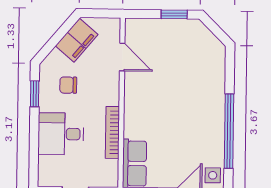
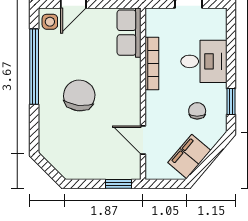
window: (174, 14) -> (119, 184), moved
chair: (68, 85) -> (197, 111), turned -90
chair: (185, 102) -> (79, 95), added

